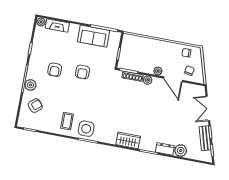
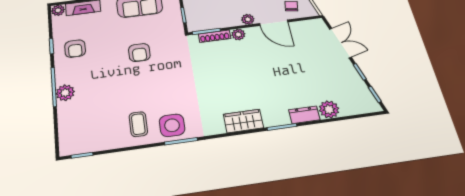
armchair: (55, 70) -> (75, 49), moved
armchair: (35, 106) -> (81, 118), removed
double door: (208, 108) -> (340, 43), swing flipped
bench: (205, 138) -> (356, 82), removed

